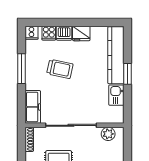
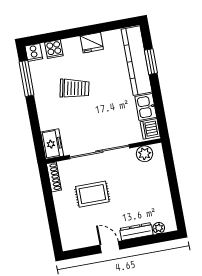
dishwasher: (64, 33) -> (150, 129), moved, turned 90
window: (21, 69) -> (26, 78), moved
window: (127, 74) -> (151, 62), moved
freezer: (33, 107) -> (52, 144), width x0.71

